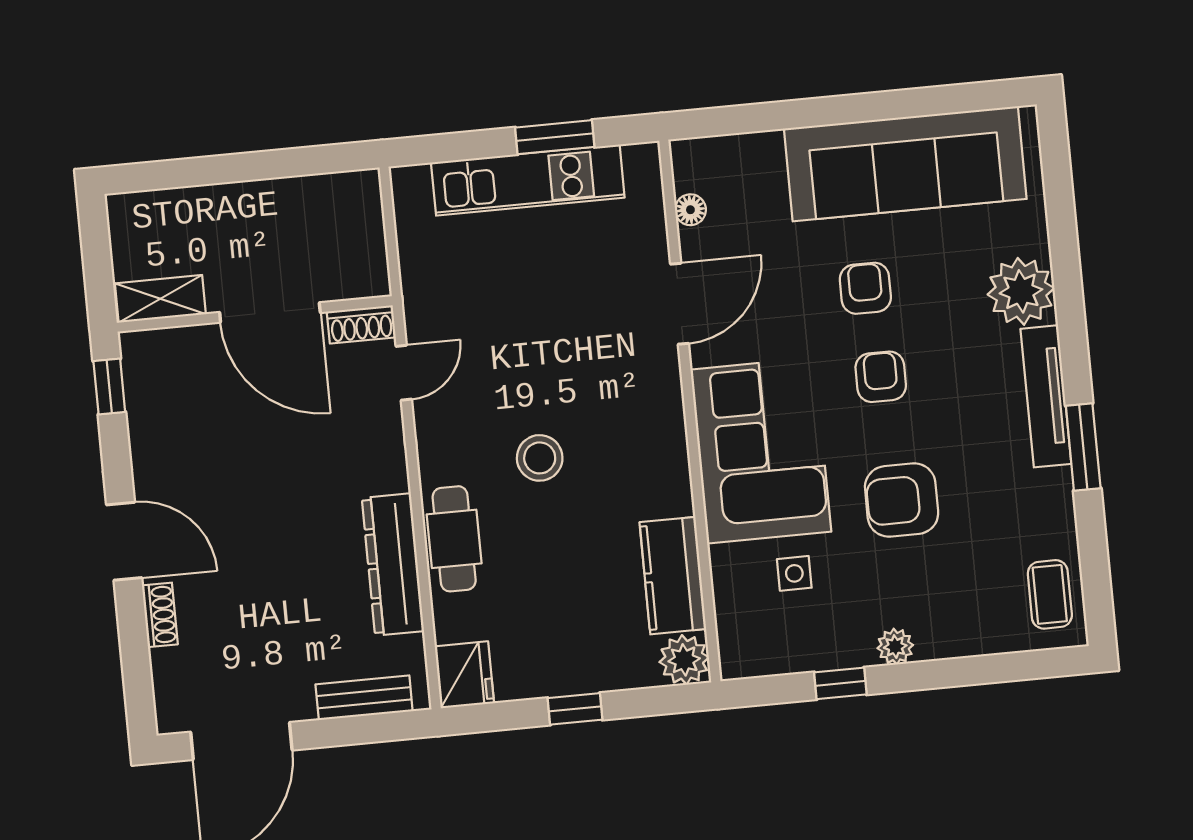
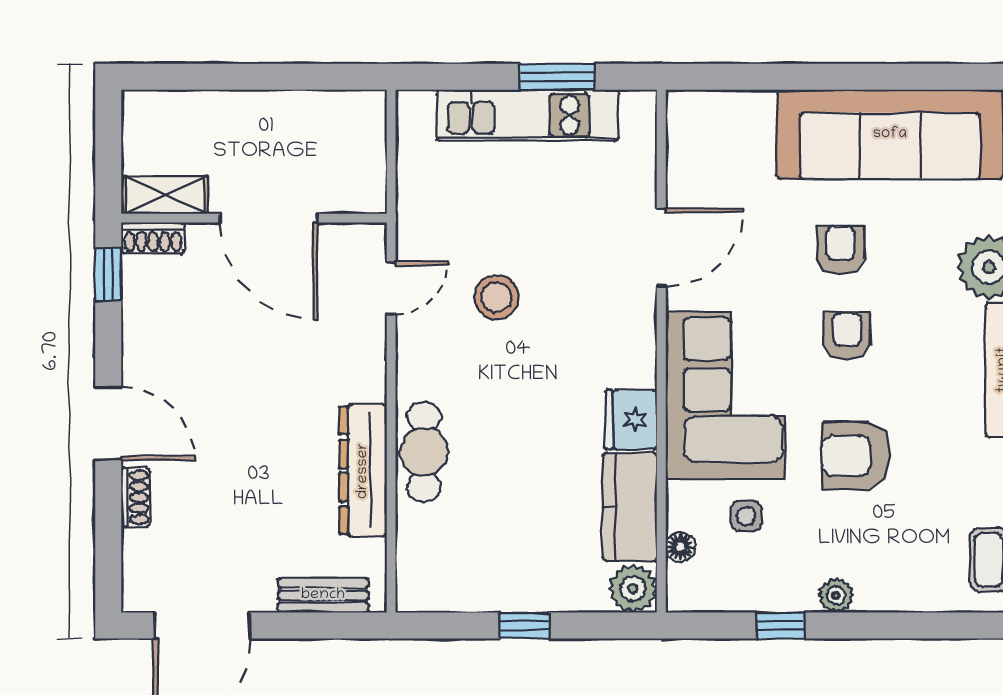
floor lamp: (690, 210) -> (680, 547), moved
shoe rack: (361, 324) -> (153, 238), moved
stool: (540, 458) -> (496, 297), moved
fridge: (464, 675) -> (631, 419), moved, turned 180

